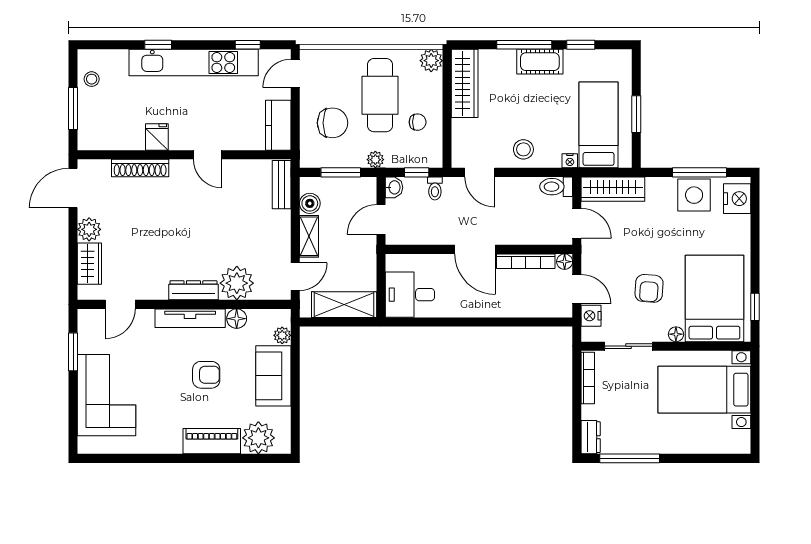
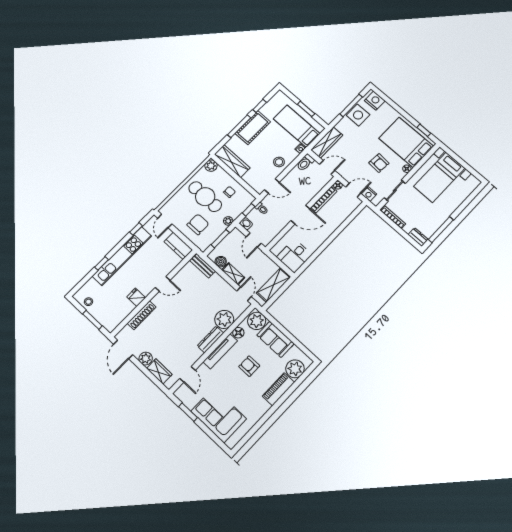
cot: (540, 62) -> (253, 128), width x1.37, depth x1.34
plant: (282, 335) -> (257, 321), width x1.88, depth x1.88
armchair: (206, 375) -> (249, 366), turned -90

